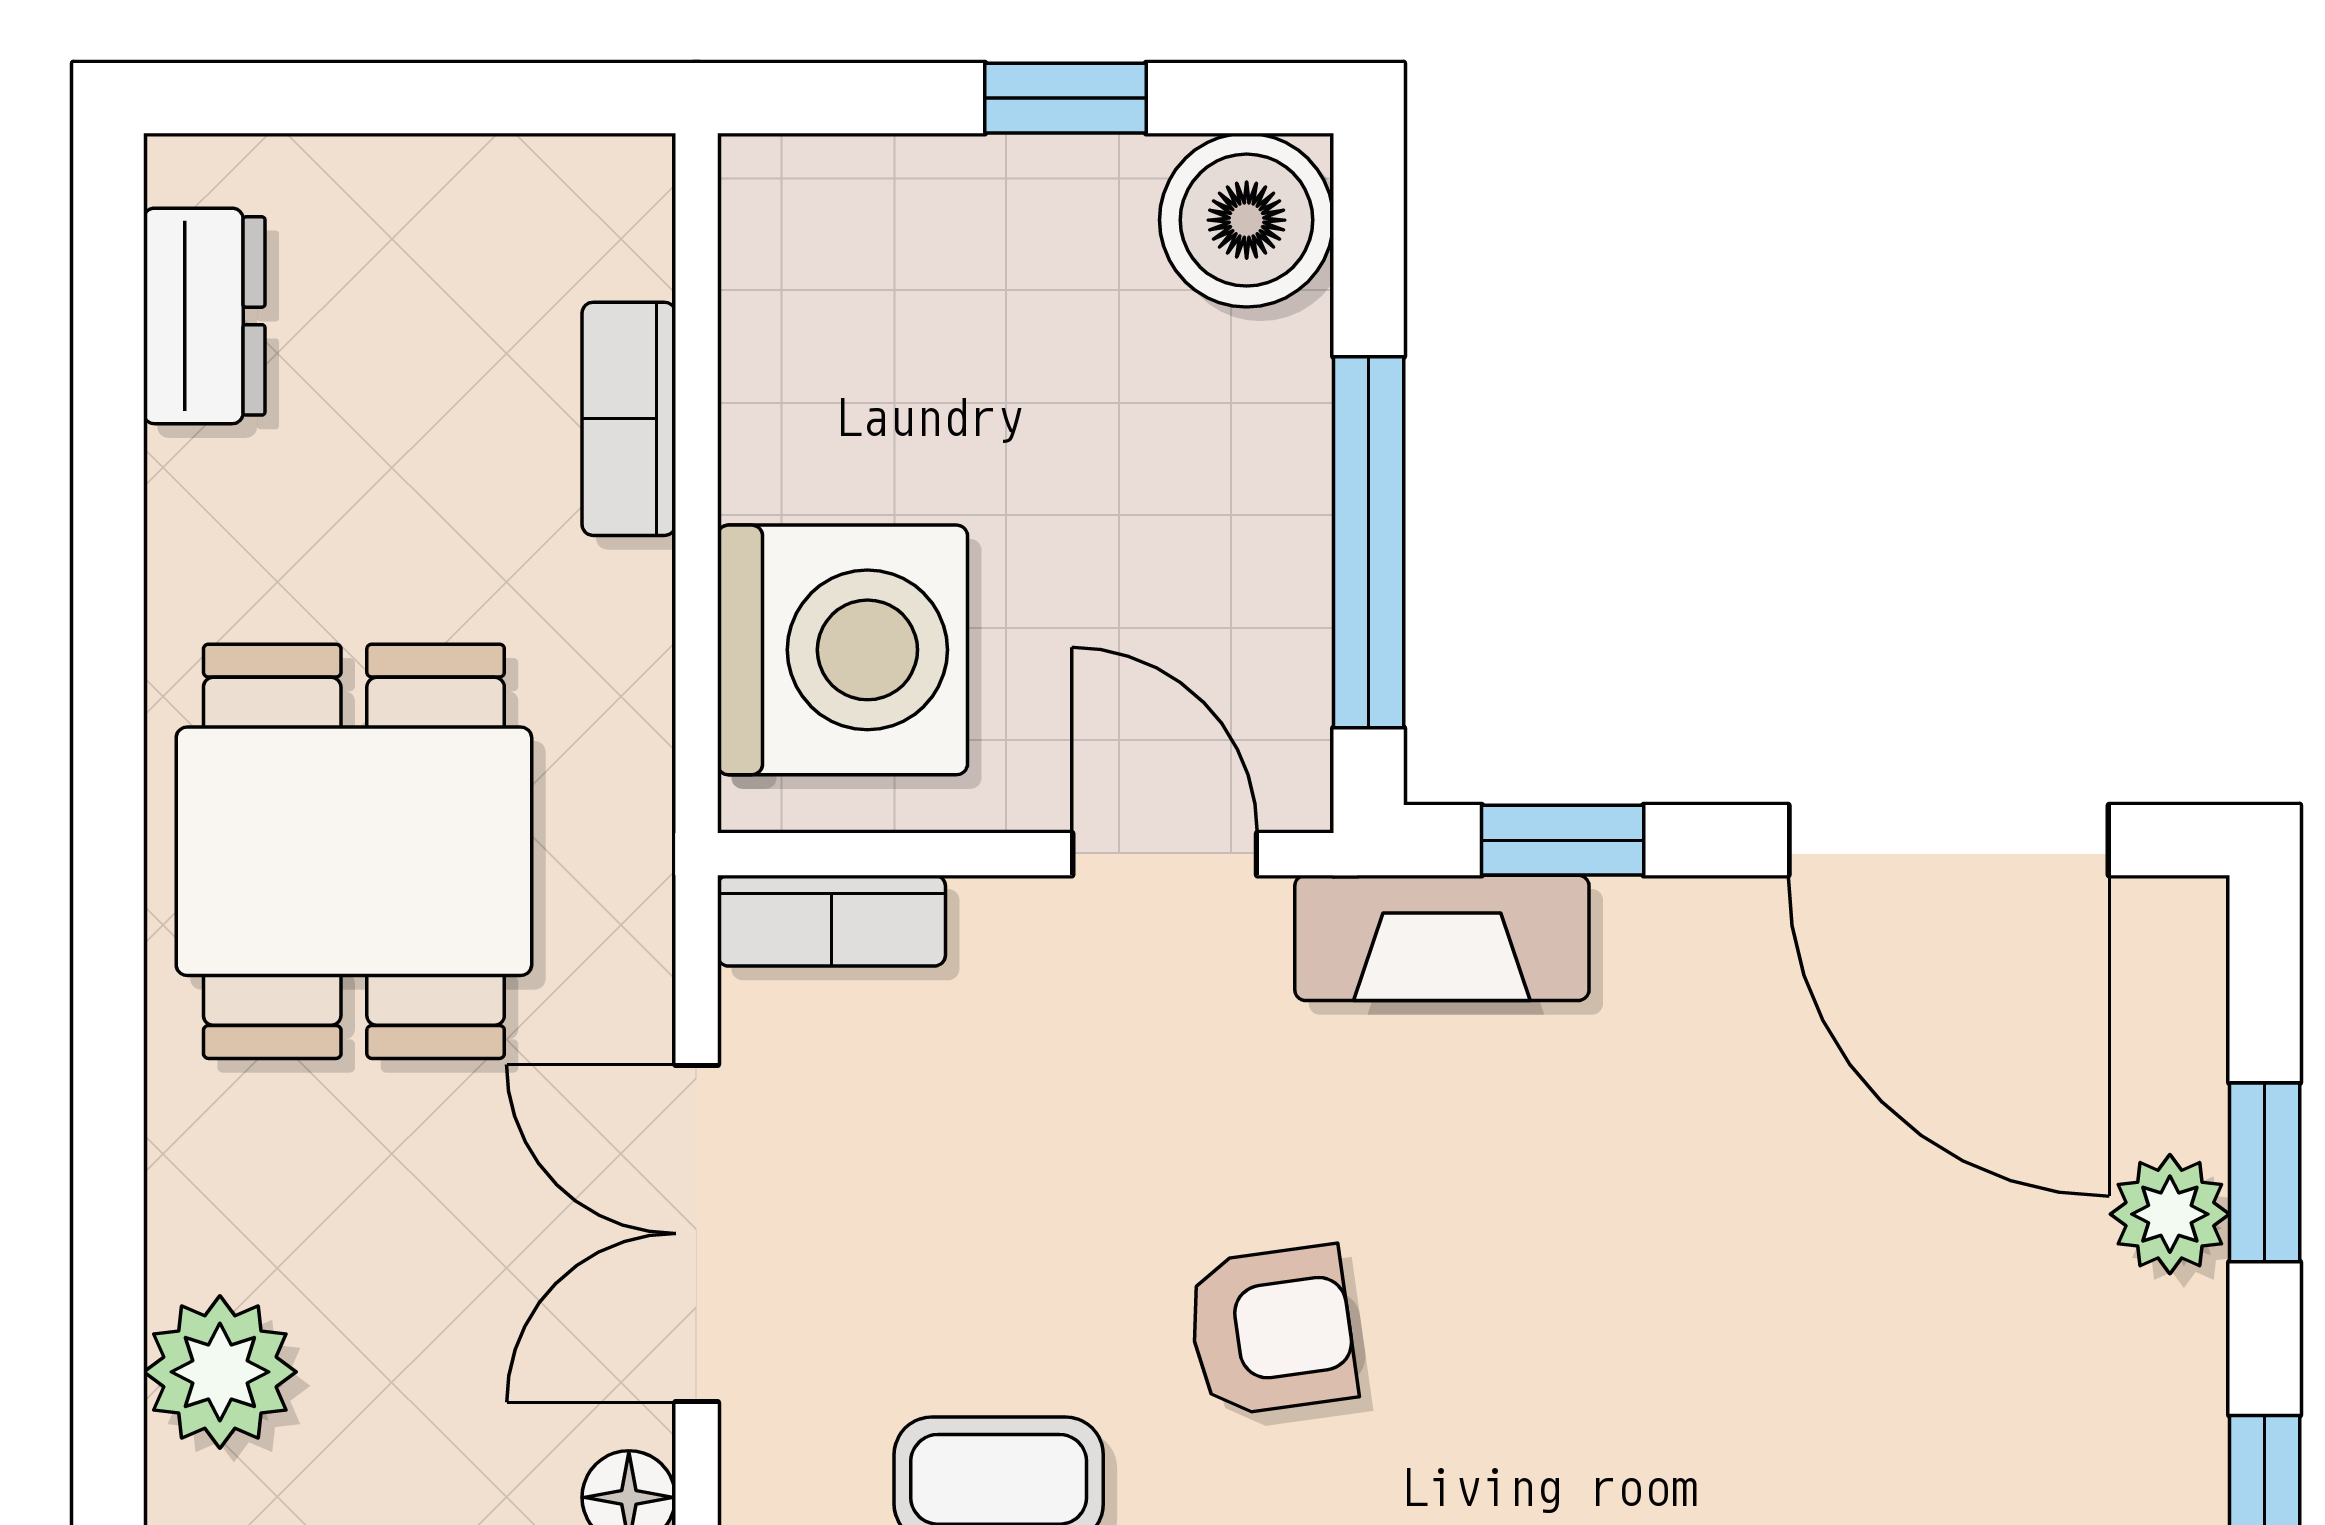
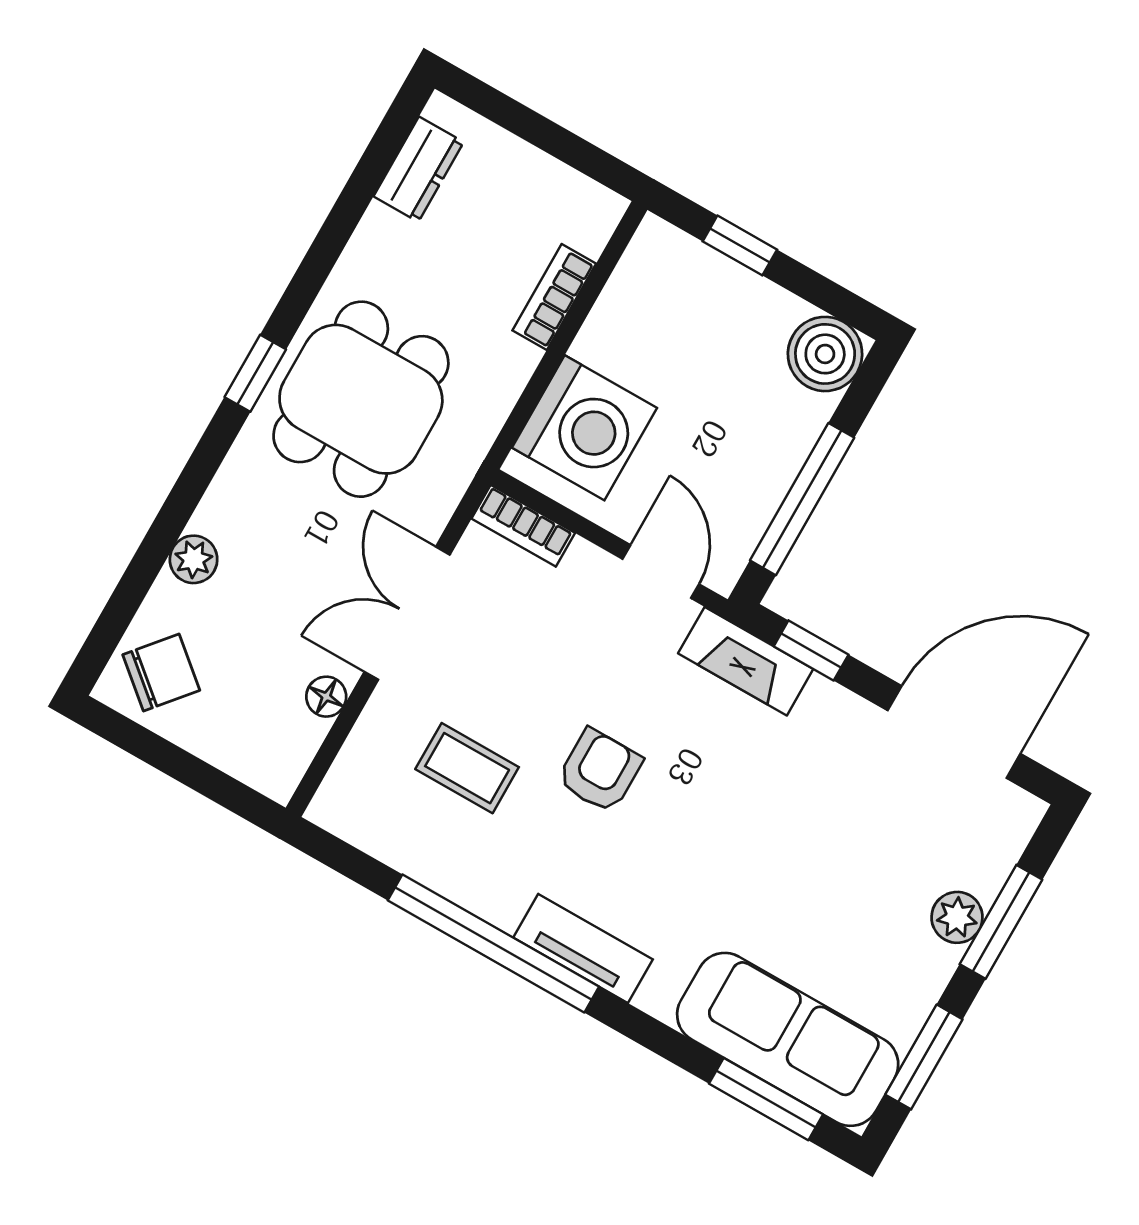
window: (1066, 98) -> (740, 245), moved
door: (1949, 840) -> (954, 732), swing flipped
window: (108, 921) -> (255, 373), added
window: (2265, 1172) -> (1001, 922), width x1.50
armchair: (1272, 1331) -> (600, 771), turned -82
plant: (220, 1372) -> (194, 559), width x0.73, depth x0.73

